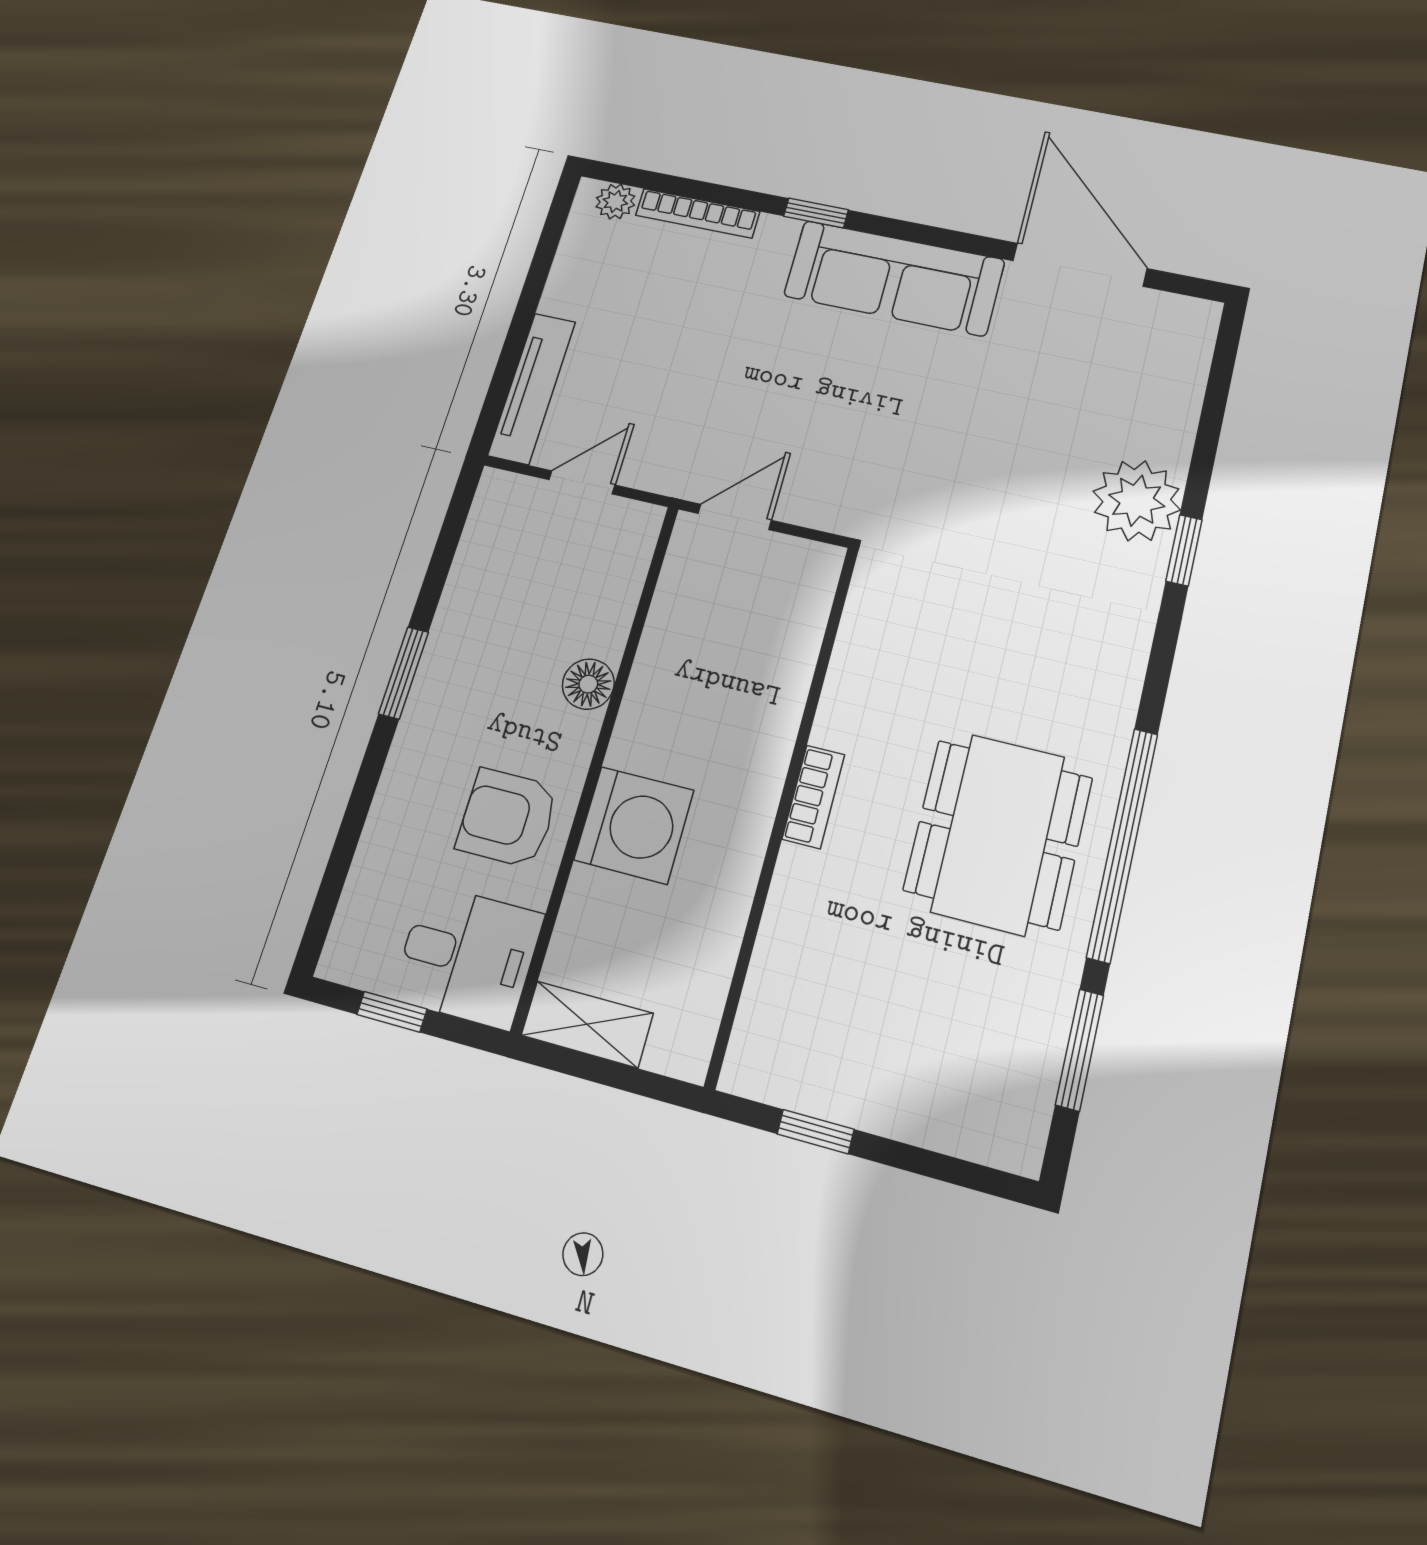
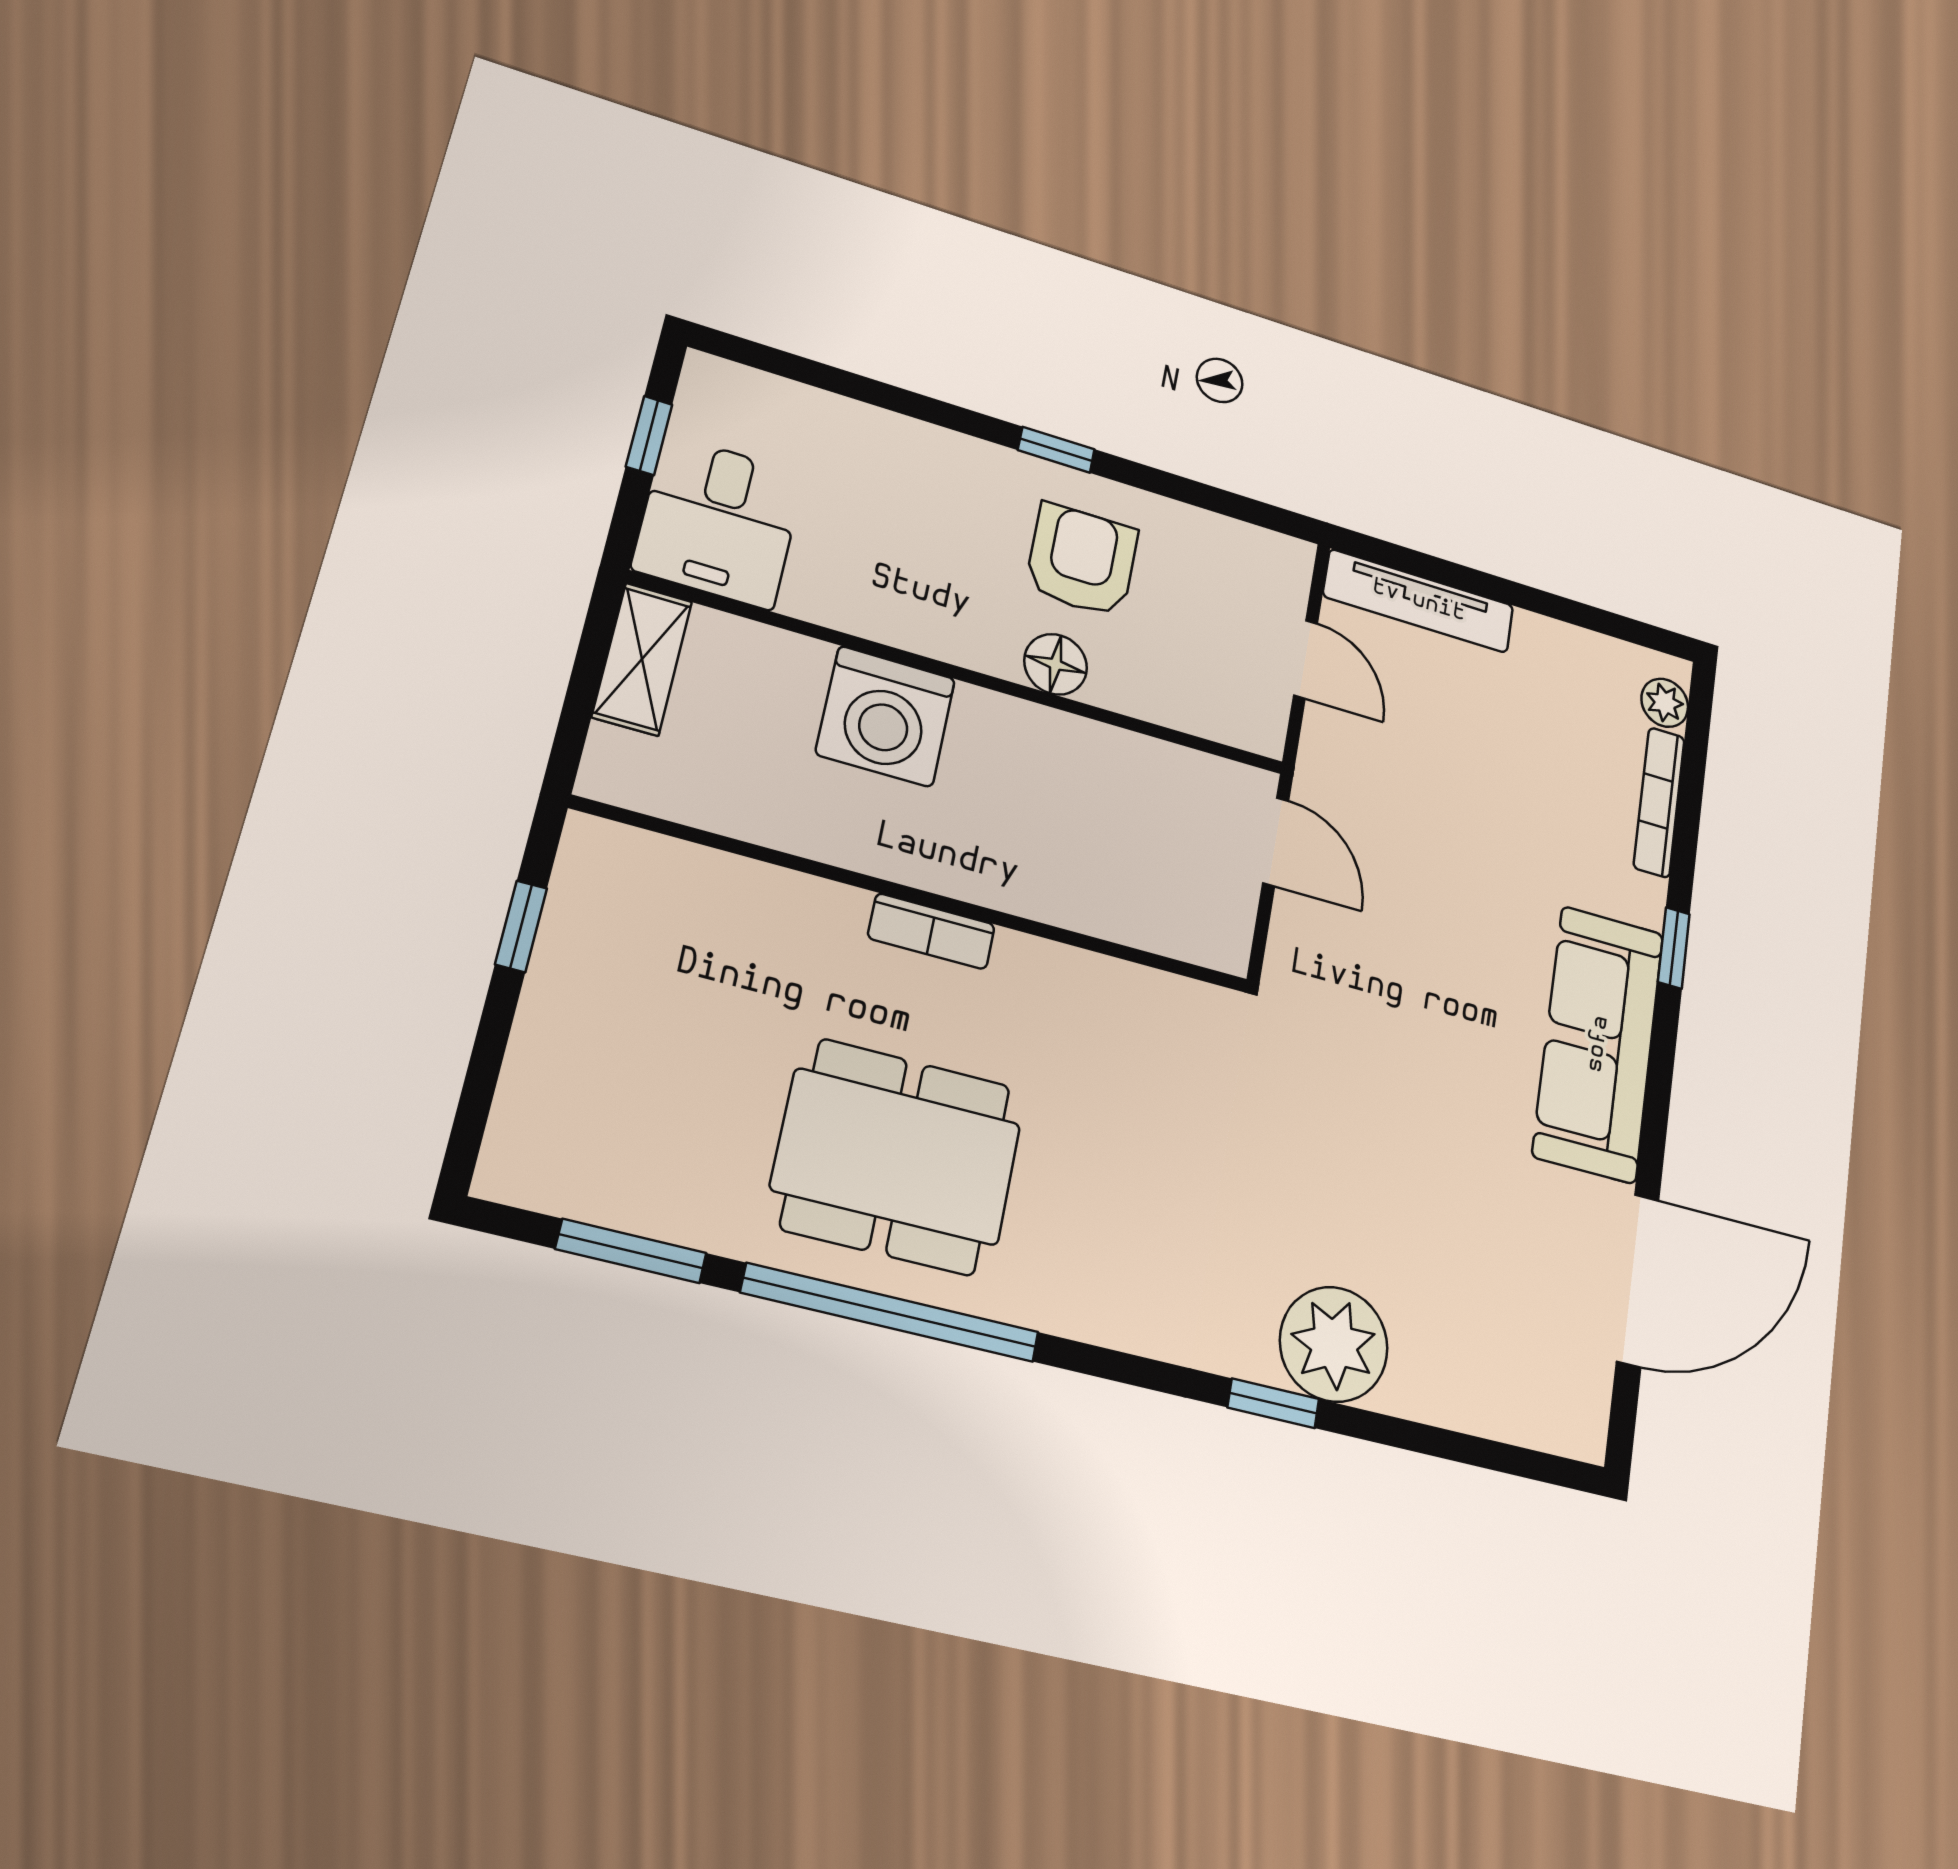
window: (403, 673) -> (1056, 450), width x0.67
armchair: (507, 818) -> (1082, 560), moved

